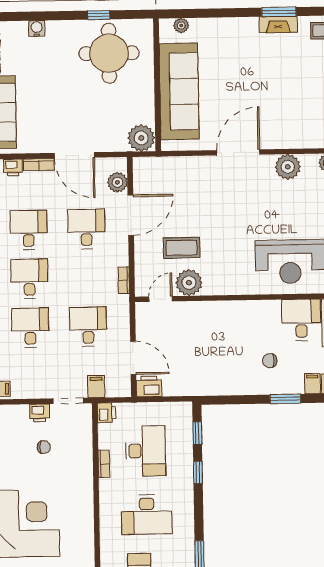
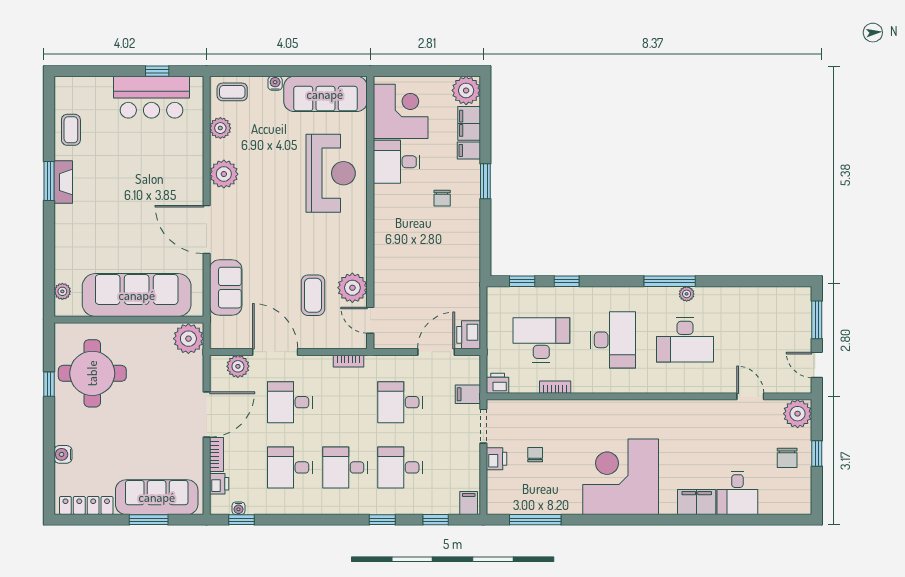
sofa: (187, 170) -> (226, 288), added

